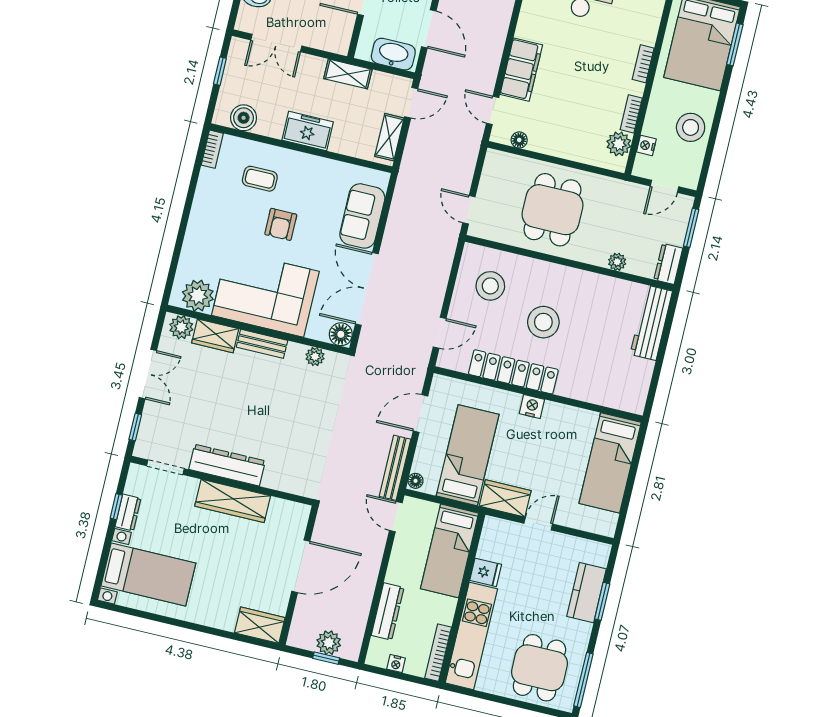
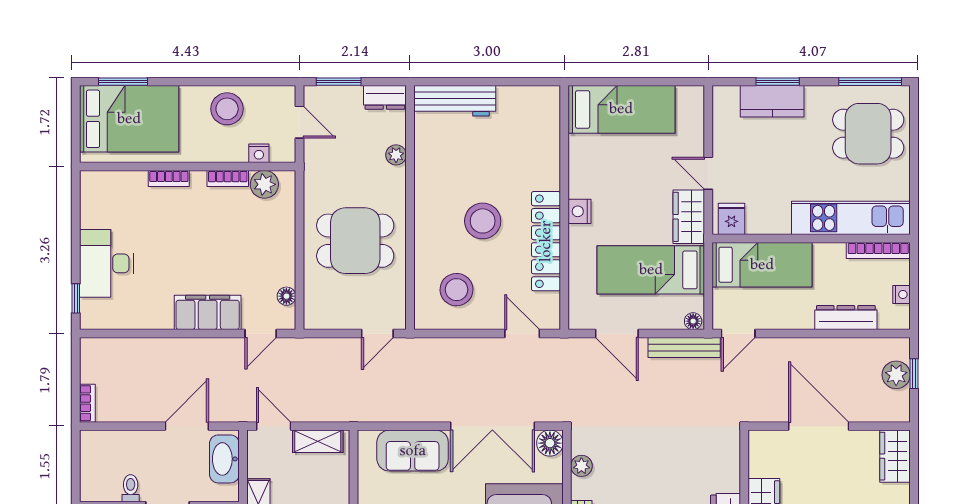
fridge: (486, 572) -> (731, 219), moved

